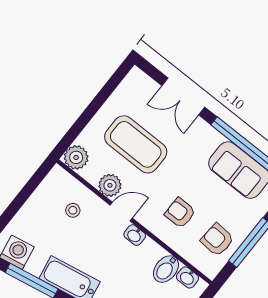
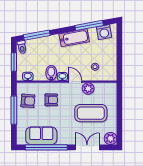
plant: (76, 157) -> (111, 139), moved
door: (121, 212) -> (75, 82), swing flipped
bidet: (166, 269) -> (51, 73), moved

